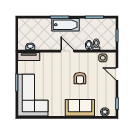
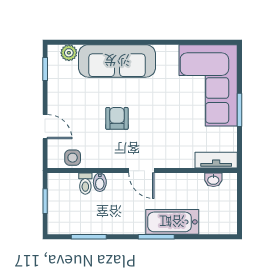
bathtub: (66, 25) -> (172, 222), moved
sofa: (80, 108) -> (117, 61), width x1.36

